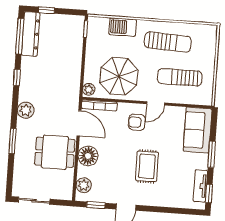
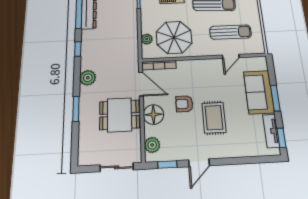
sun lounger: (180, 77) -> (231, 32), turned 180
plant: (89, 89) -> (147, 39), moved
door: (156, 103) -> (231, 56), moved
armchair: (137, 122) -> (184, 104), moved
sofa: (198, 130) -> (259, 92), moved
sliding door: (34, 201) -> (117, 167), moved

